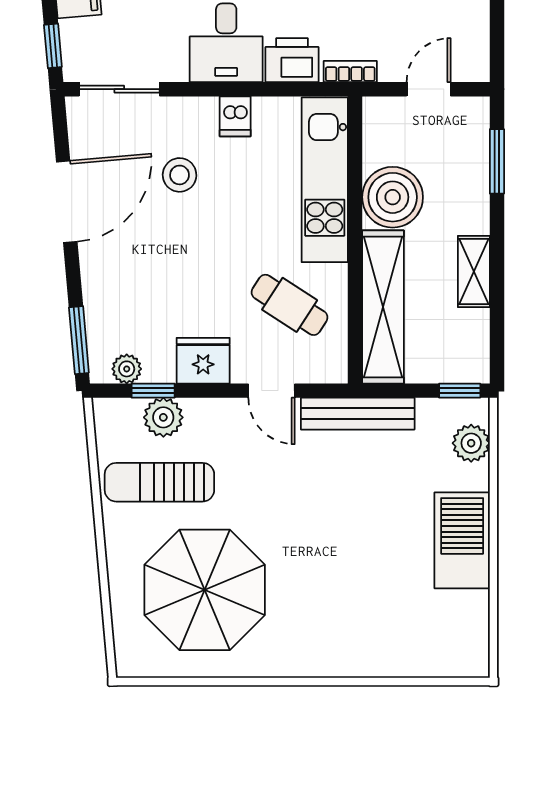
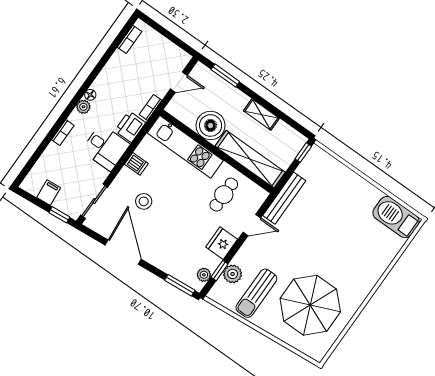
door: (429, 89) -> (179, 82), swing flipped
cafe table: (290, 305) -> (224, 195), turned -33
plant: (471, 443) -> (327, 163), removed
barbecue: (462, 540) -> (396, 217), moved

